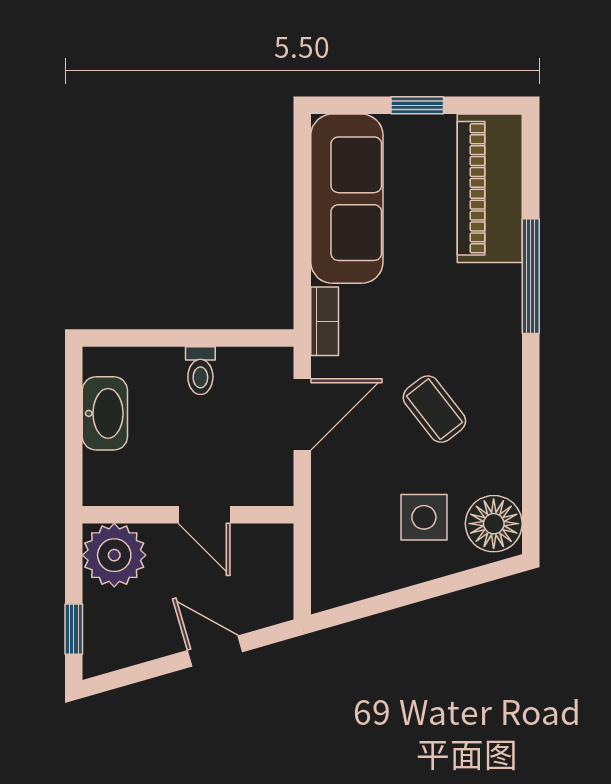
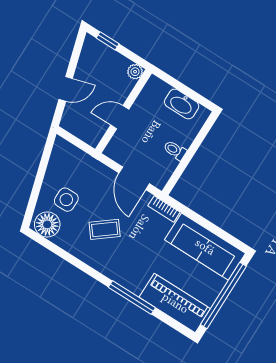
window: (417, 105) -> (223, 295), width x3.17
plant: (114, 555) -> (135, 72), width x0.53, depth x0.53

